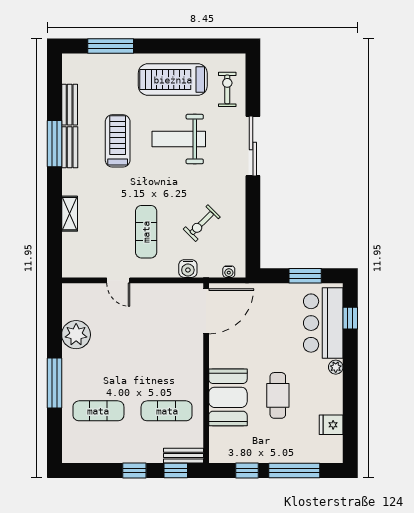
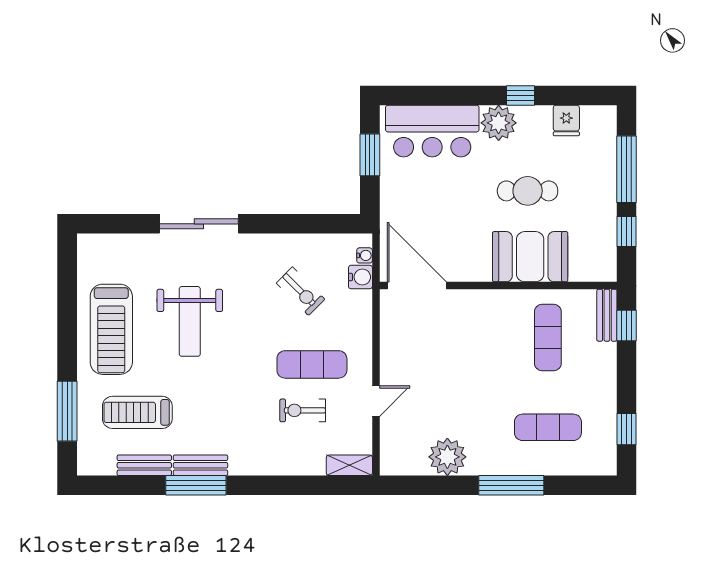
exercise bike: (227, 89) -> (303, 410), moved
treadmill: (118, 141) -> (137, 412), moved
shelving: (70, 214) -> (349, 465), moved
water cooler: (188, 269) -> (360, 277), moved
window: (350, 318) -> (521, 95), moved
plant: (336, 367) -> (499, 123), width x1.87, depth x1.87
exercise mat: (98, 411) -> (548, 427), turned 90
window: (134, 470) -> (627, 429), moved

